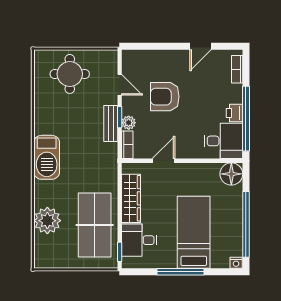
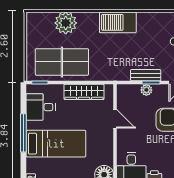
bookcase: (127, 145) -> (128, 89), removed
desk: (139, 240) -> (41, 107), moved, turned -90

